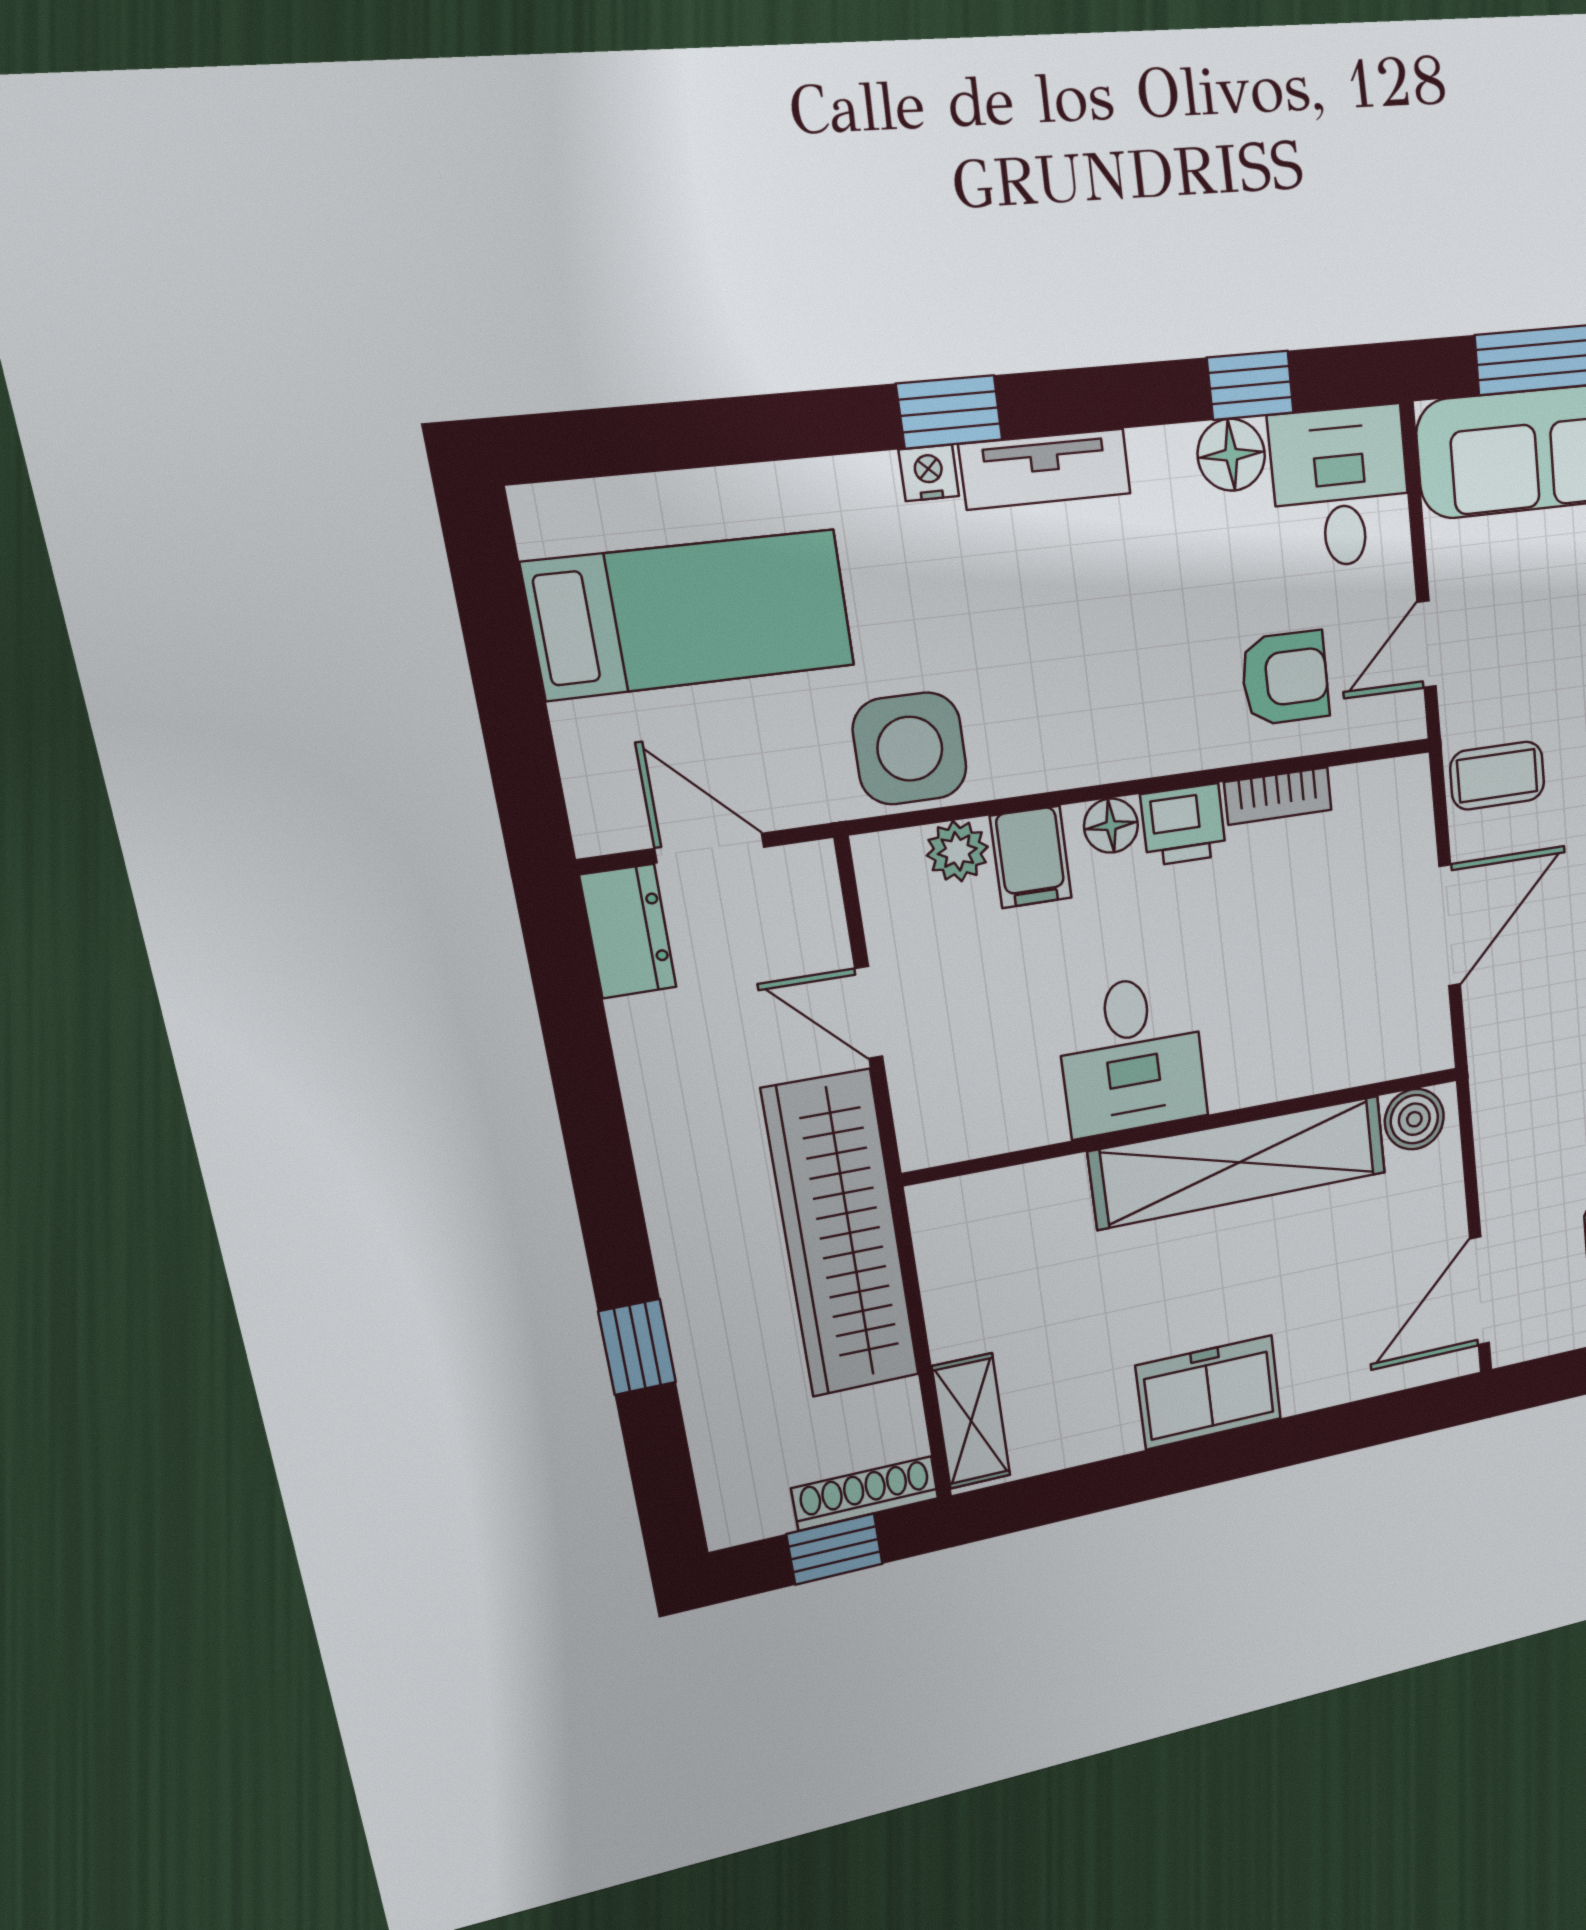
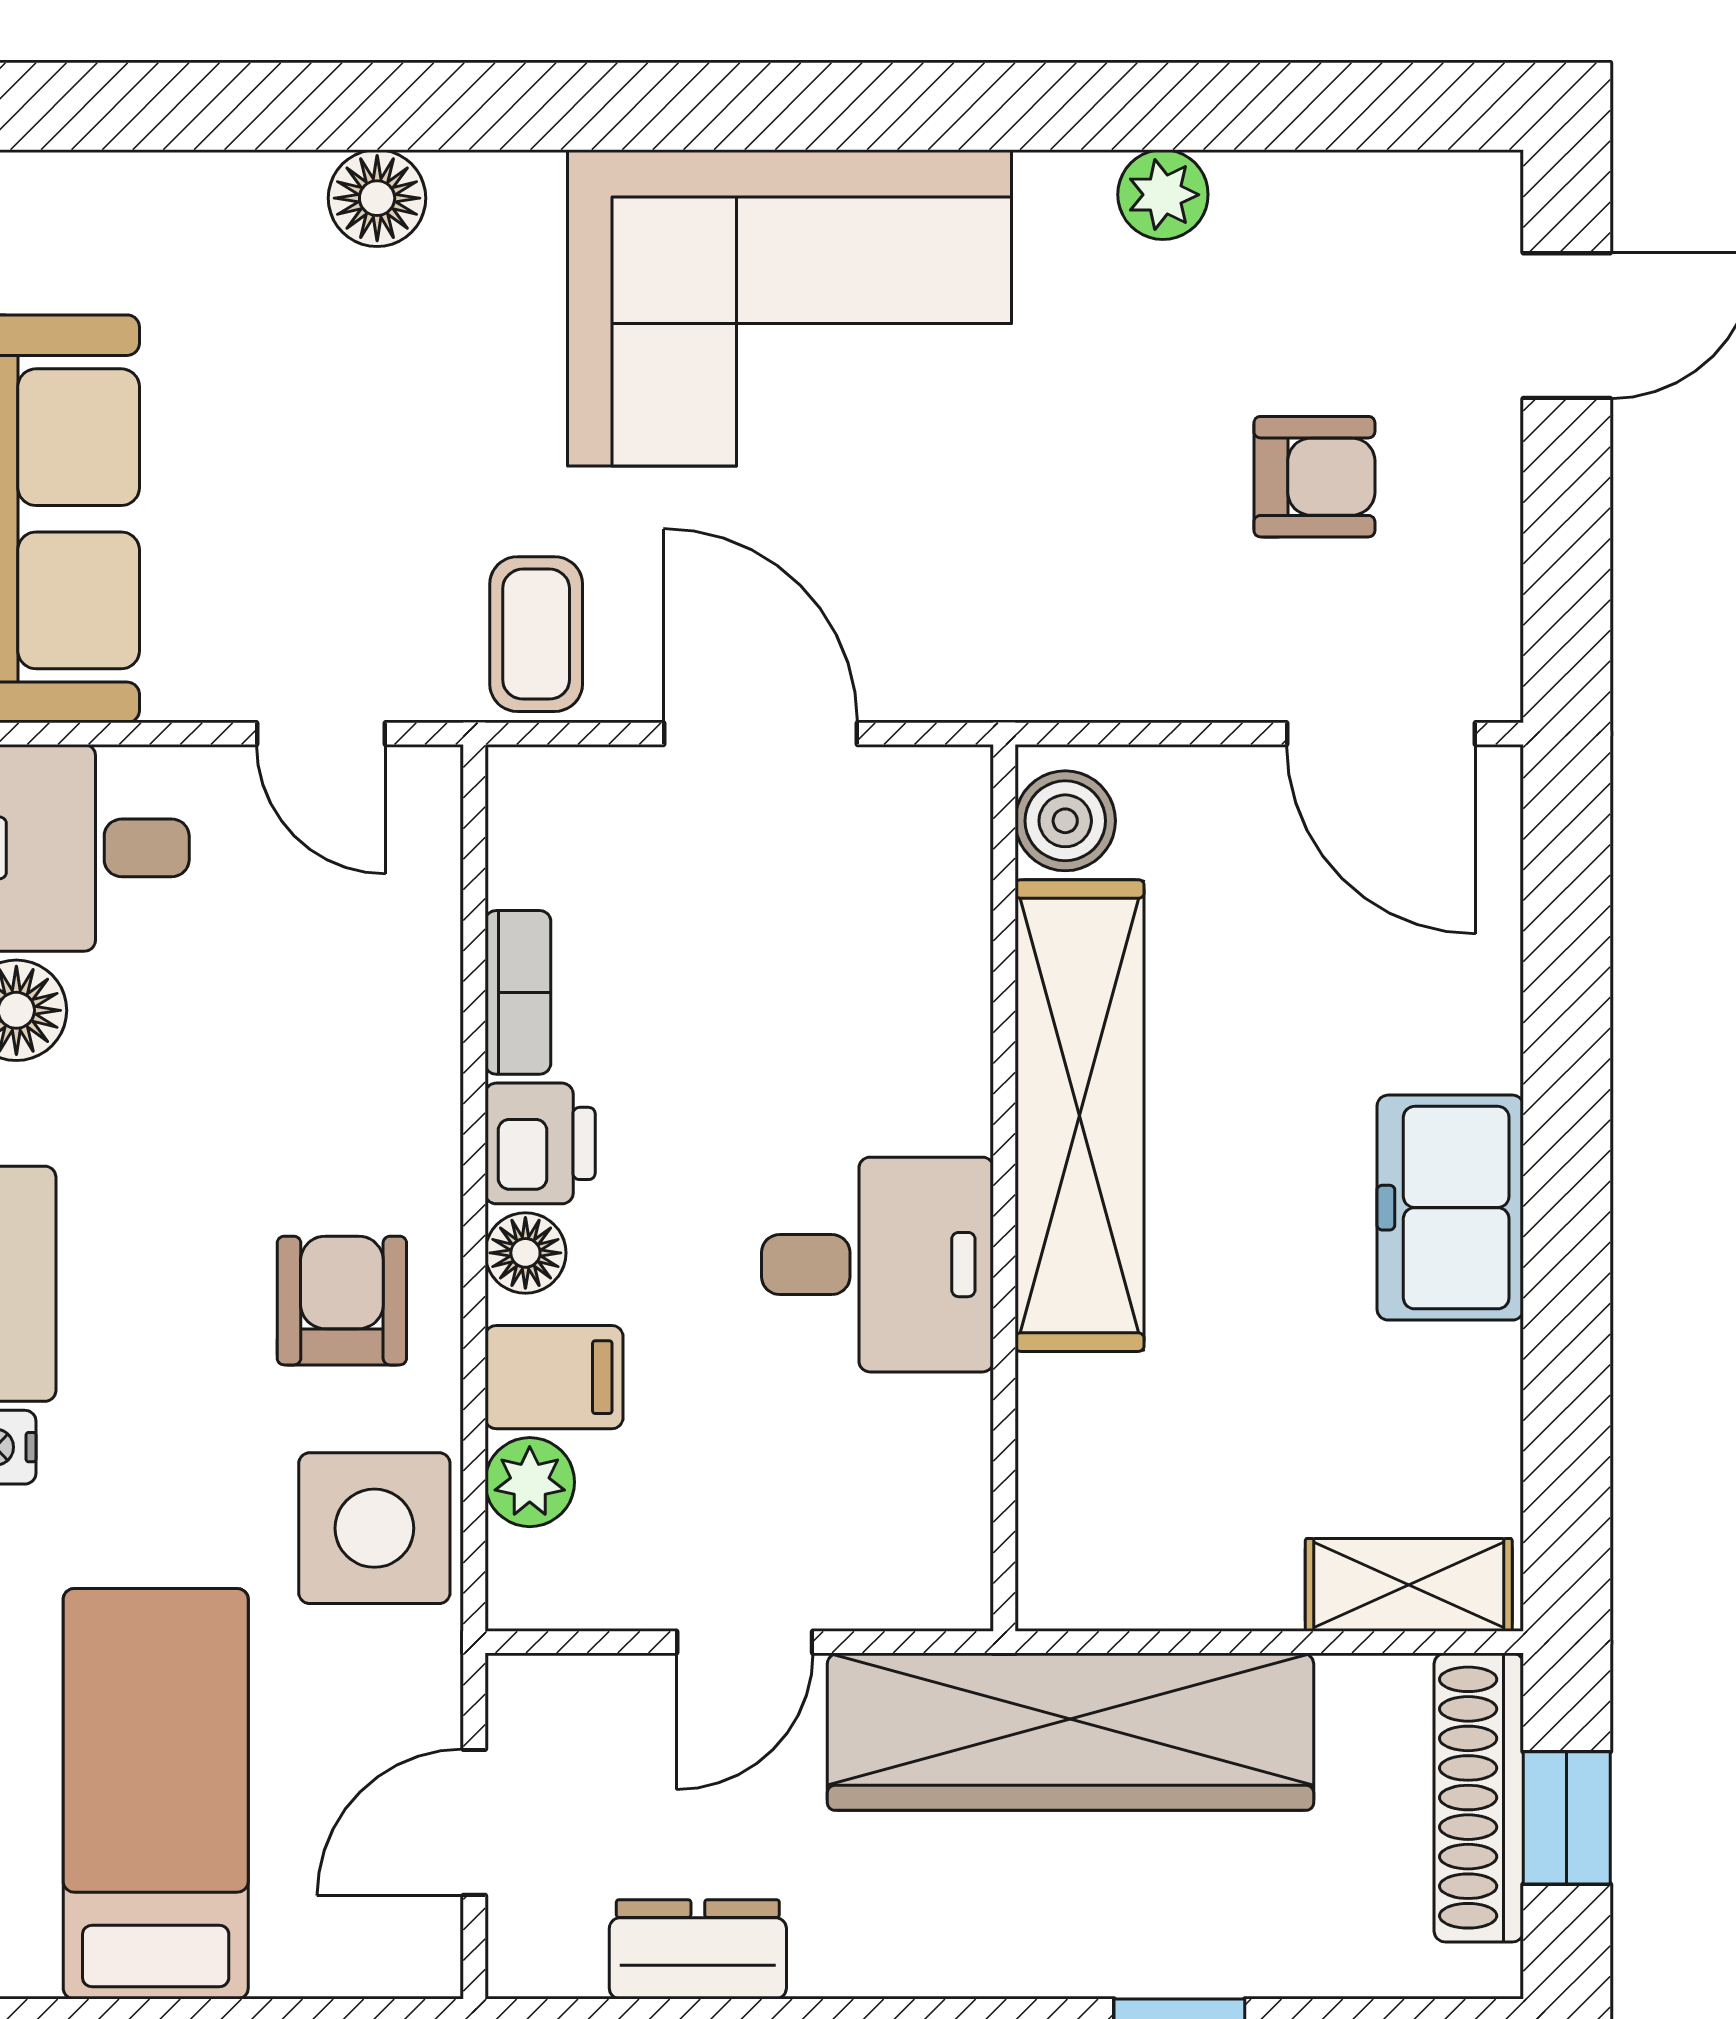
armchair: (1285, 678) -> (342, 1301), moved
dresser: (628, 931) -> (698, 1949), moved
shoe rack: (865, 1493) -> (1479, 1798), width x1.36, depth x1.24

